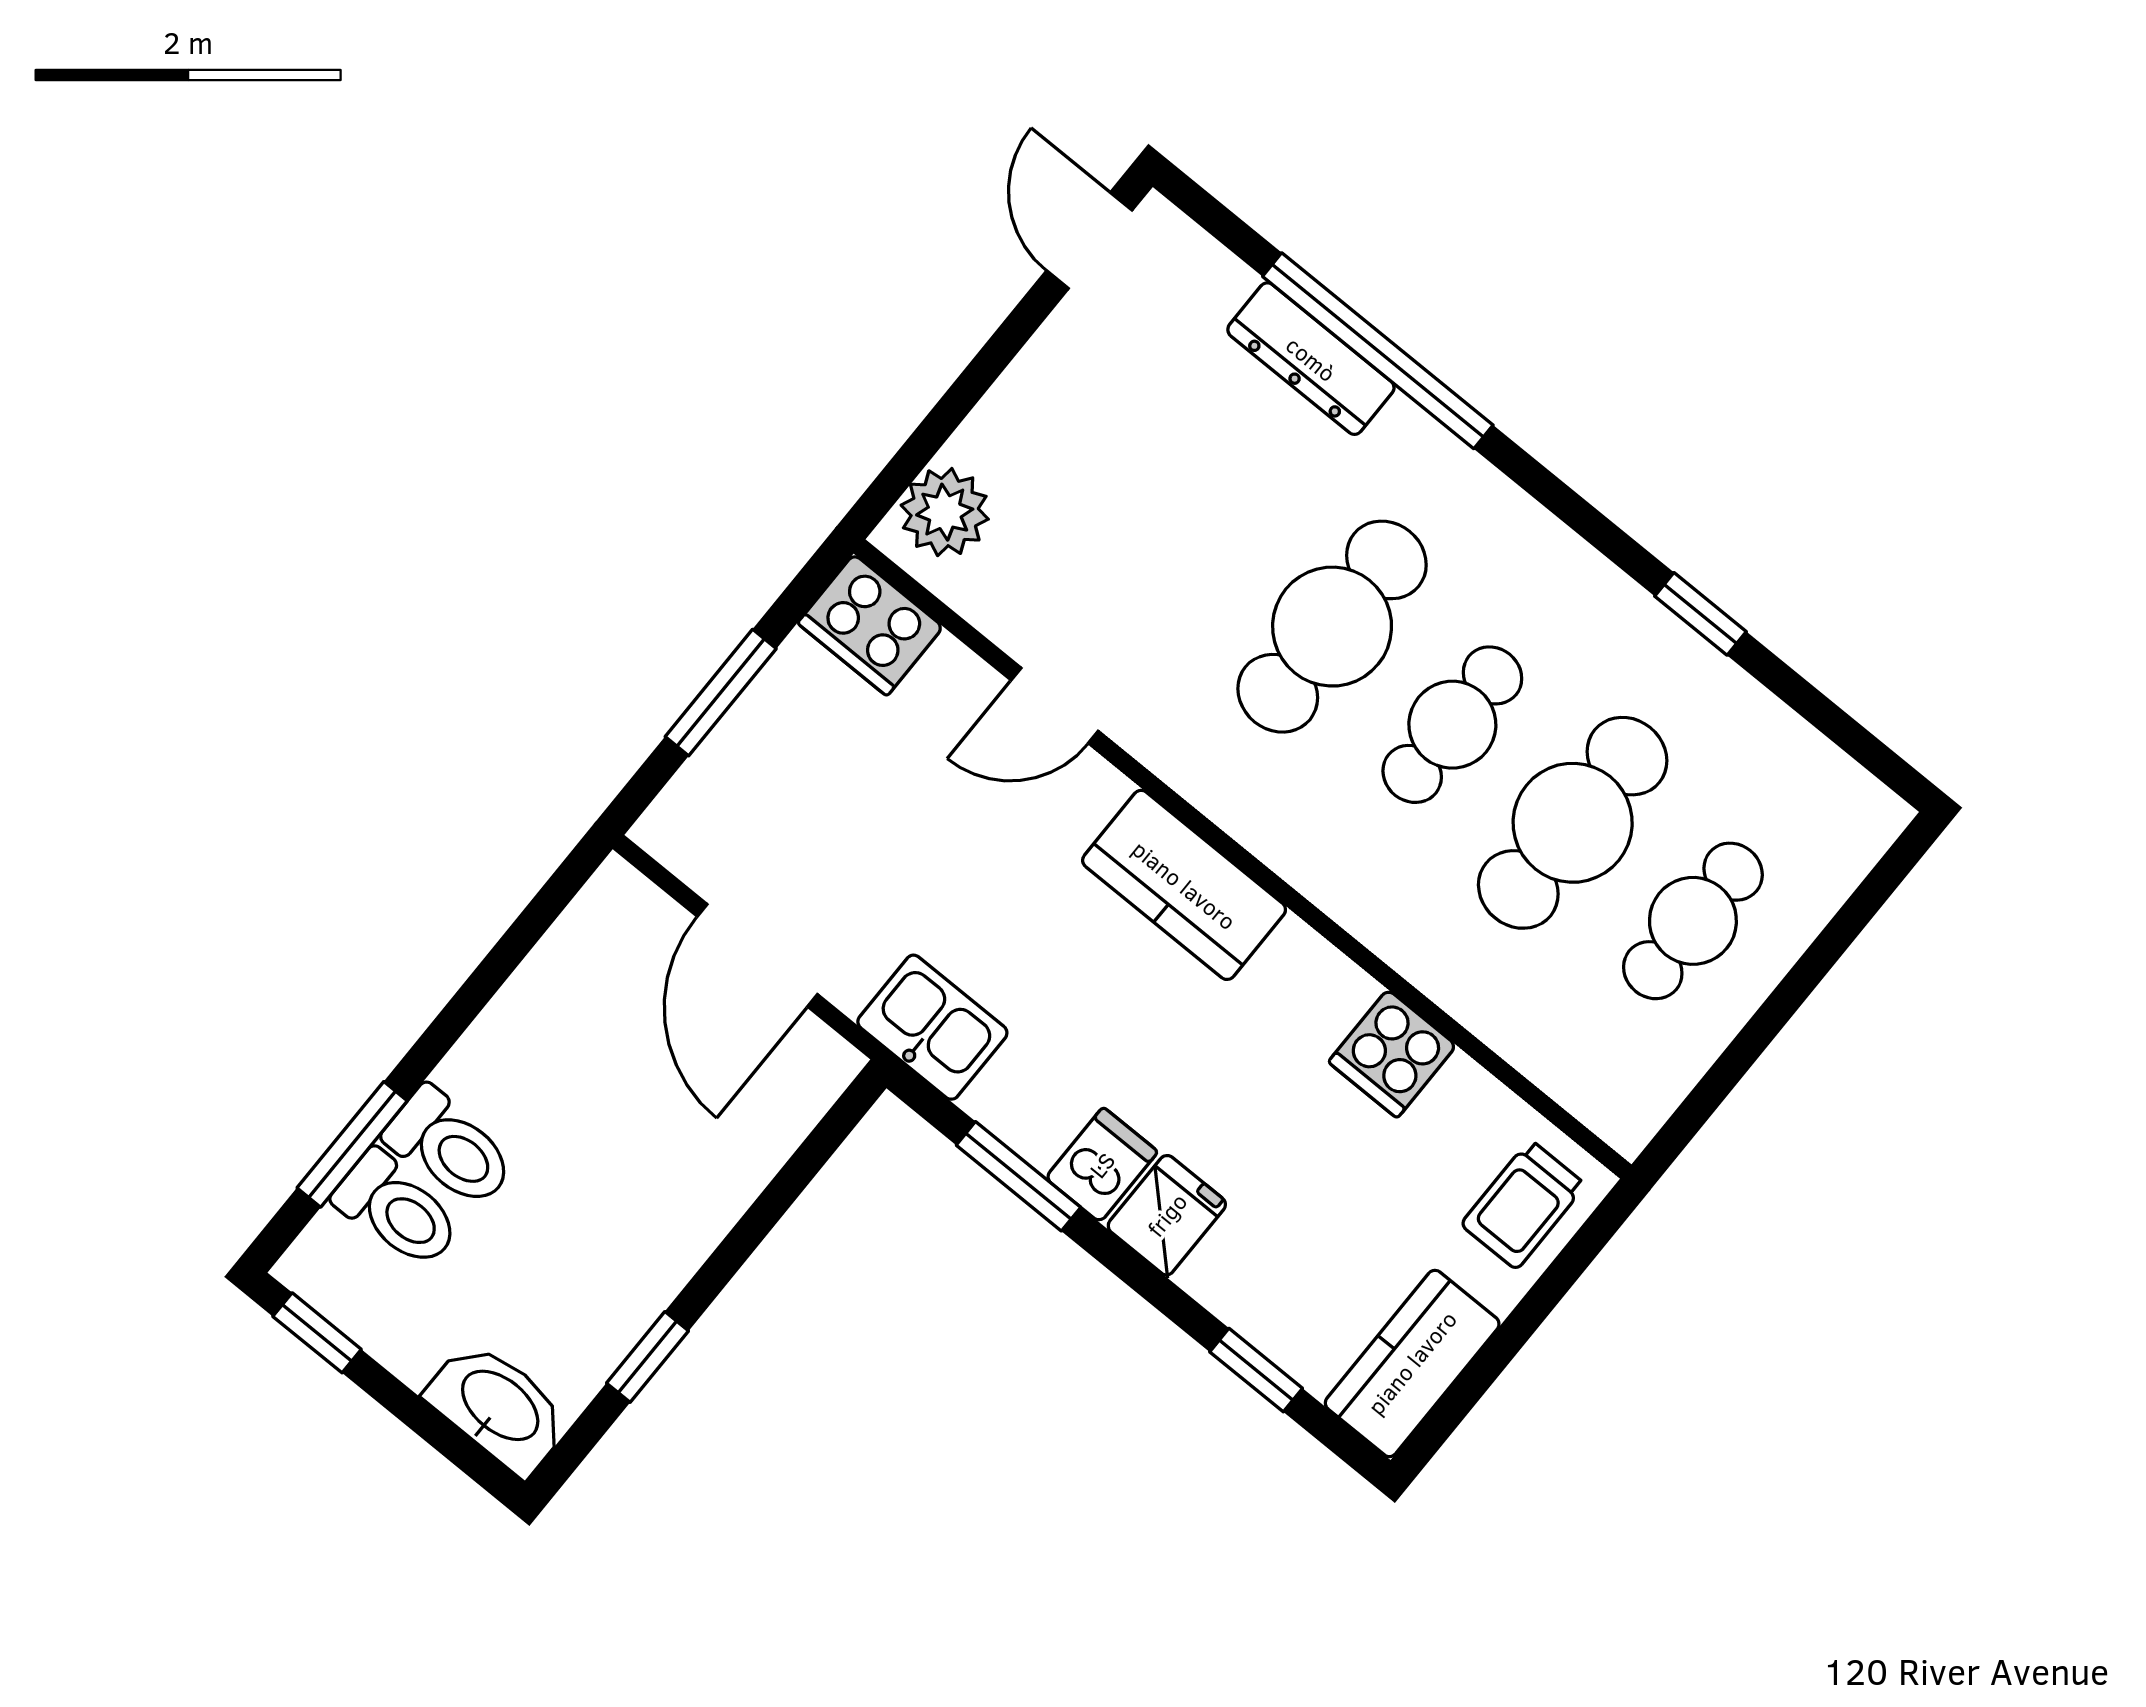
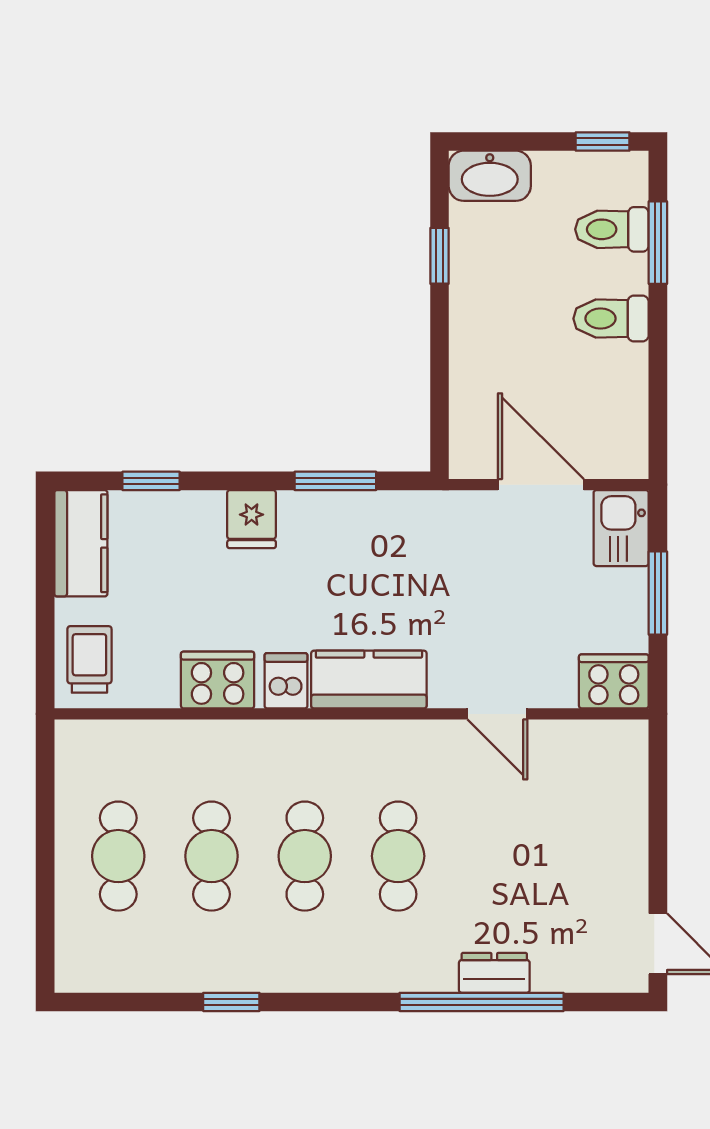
dresser: (1311, 359) -> (494, 973), width x0.70
plant: (945, 512) -> (622, 762), removed
cafe table: (1332, 627) -> (398, 856), width x0.73, depth x0.74
door: (1055, 706) -> (497, 714), swing flipped
cafe table: (1573, 823) -> (212, 856), width x0.73, depth x0.74
kitchen sink: (932, 1027) -> (621, 528), moved, turned 90
cooker: (1392, 1054) -> (218, 680), width x1.36
toilet: (450, 1148) -> (611, 319), moved
dishwasher: (1102, 1165) -> (286, 681), moved, turned 180

